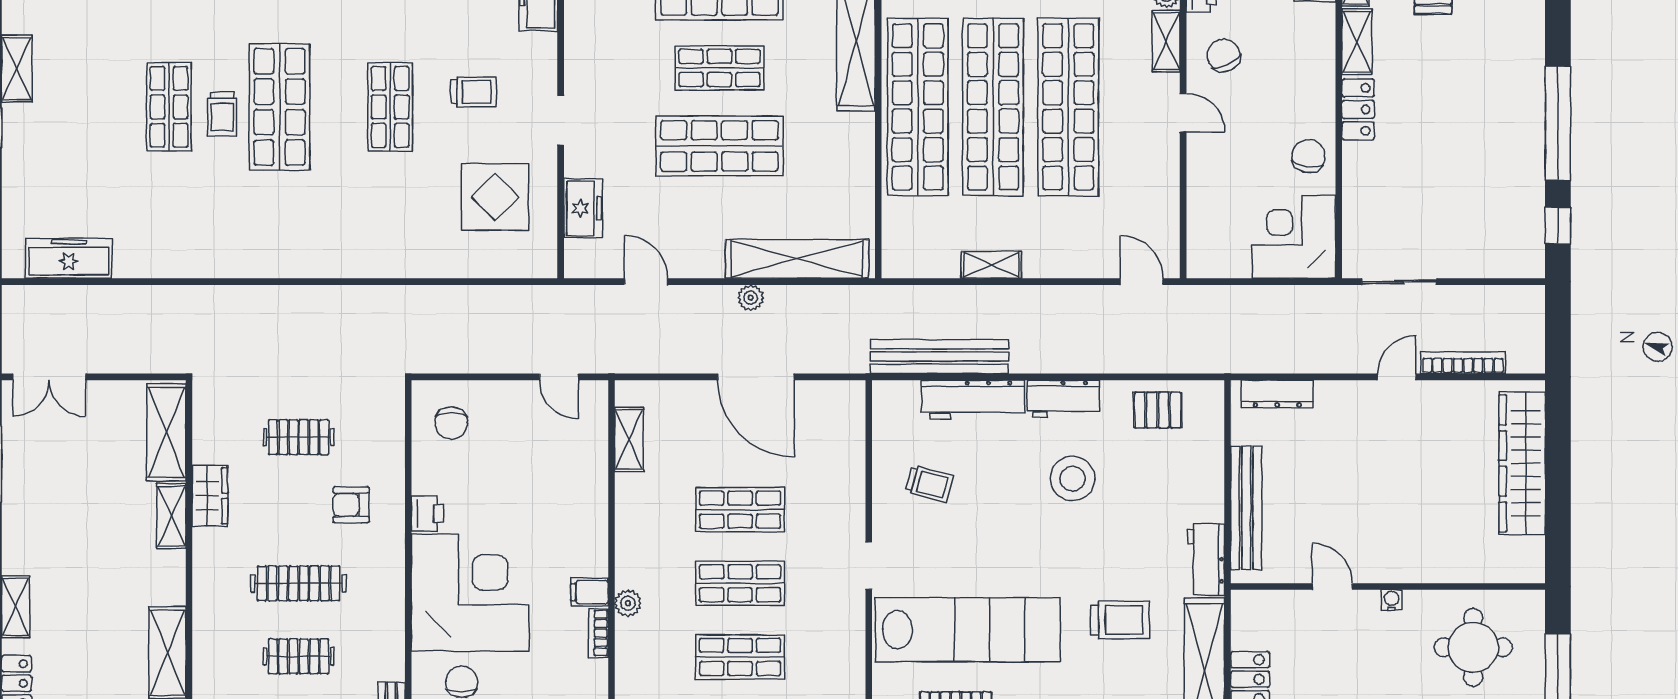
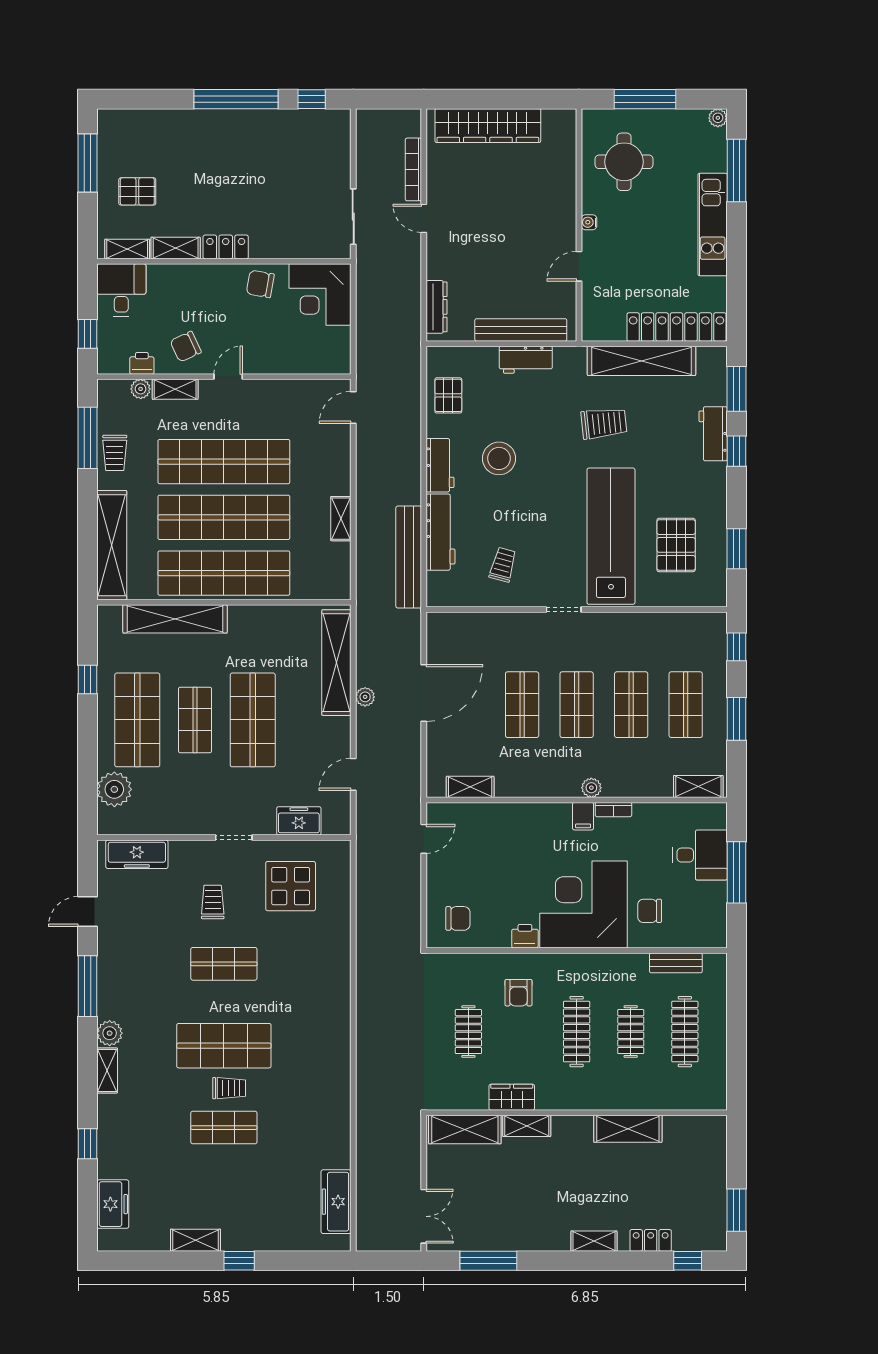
workbench: (1206, 560) -> (526, 360), moved
trolley: (1120, 620) -> (604, 423), turned 84

